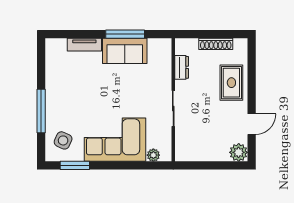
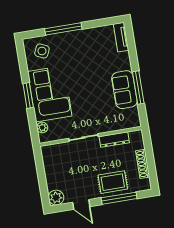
tv unit: (84, 45) -> (121, 37), moved
dresser: (182, 67) -> (114, 140), width x1.44
window: (252, 78) -> (119, 198), added
window: (75, 165) -> (28, 96), moved

